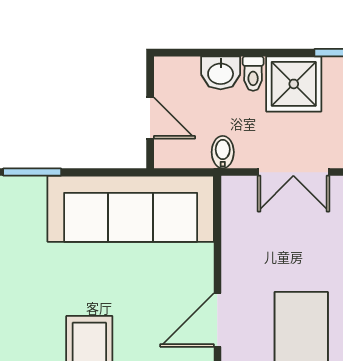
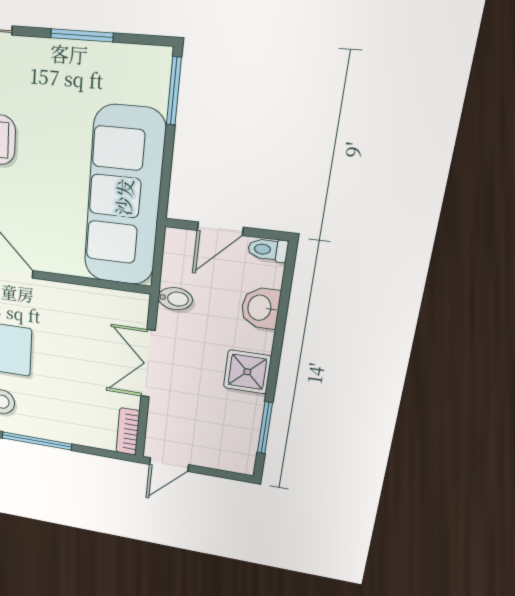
toilet: (253, 74) -> (268, 250), moved
shower: (294, 84) -> (247, 372), width x0.73, depth x0.73

